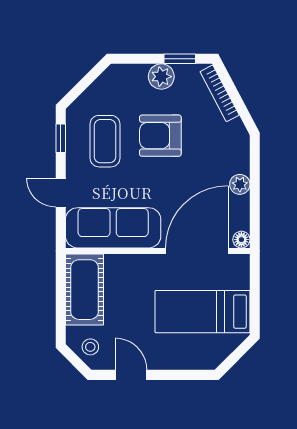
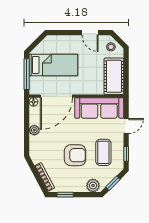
plant: (161, 77) -> (93, 186), moved
window: (87, 81) -> (113, 183), added
door: (61, 193) -> (126, 126), hinge flipped
window: (255, 294) -> (27, 74), added

